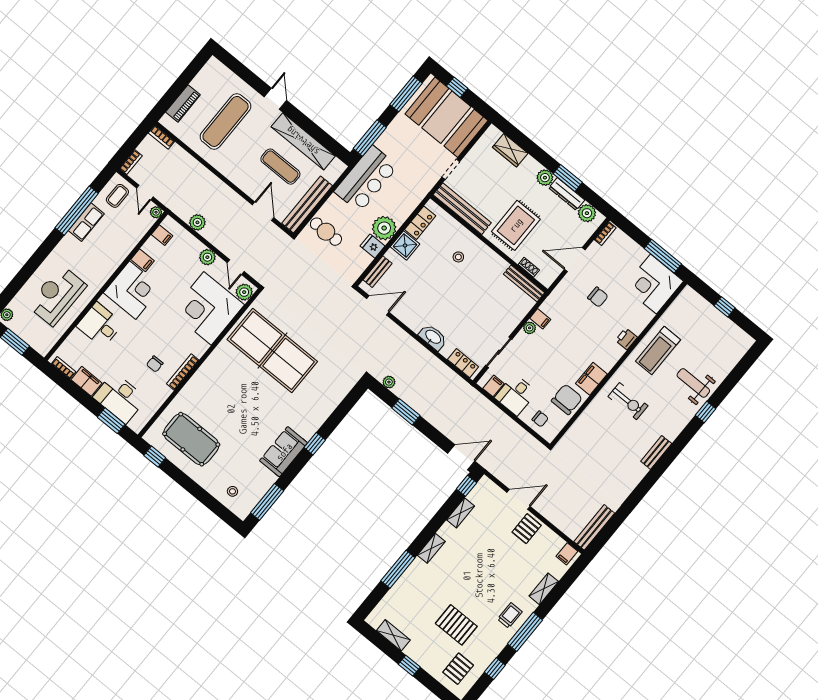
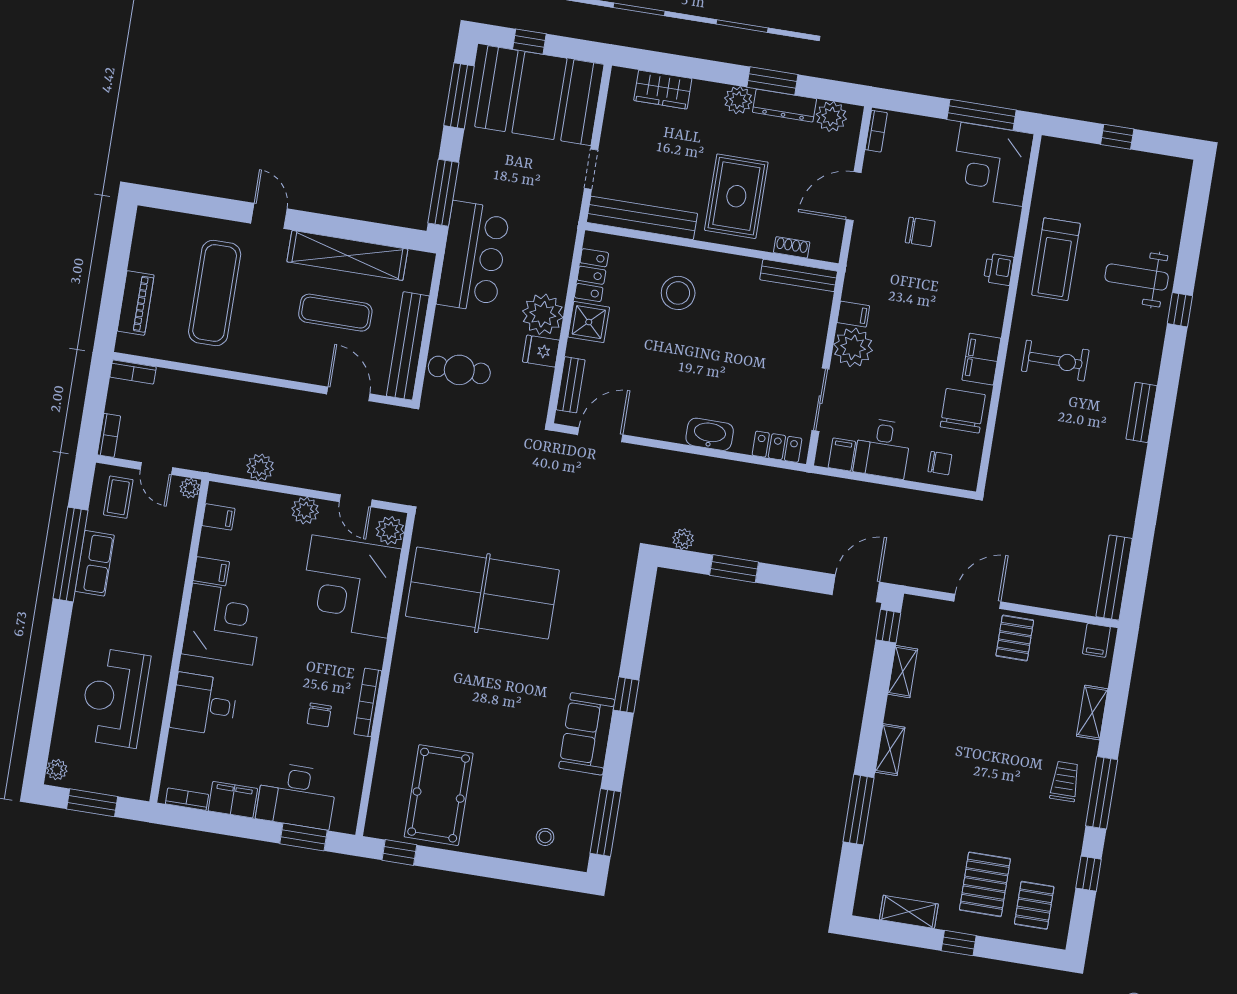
stool: (458, 257) -> (678, 293), width x1.89, depth x1.89
plant: (530, 328) -> (853, 347), width x1.87, depth x1.87
pool table: (191, 439) -> (439, 795), turned 90
pallet: (456, 625) -> (985, 884), moved, turned 90

